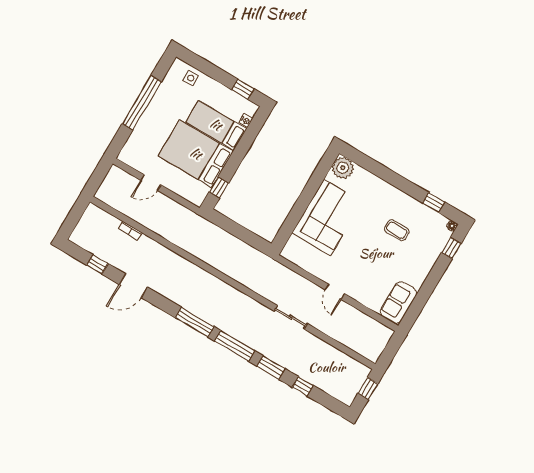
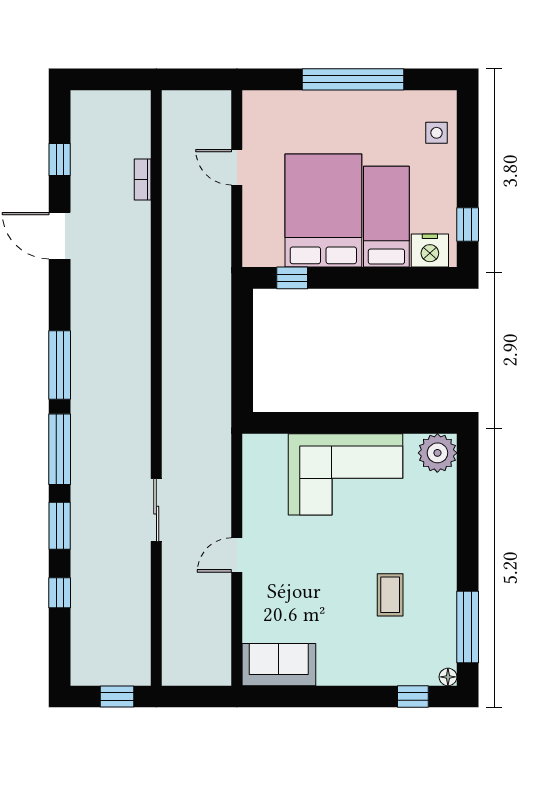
nightstand: (246, 121) -> (430, 251), width x1.89, depth x1.79
window: (434, 203) -> (468, 627), width x2.17

